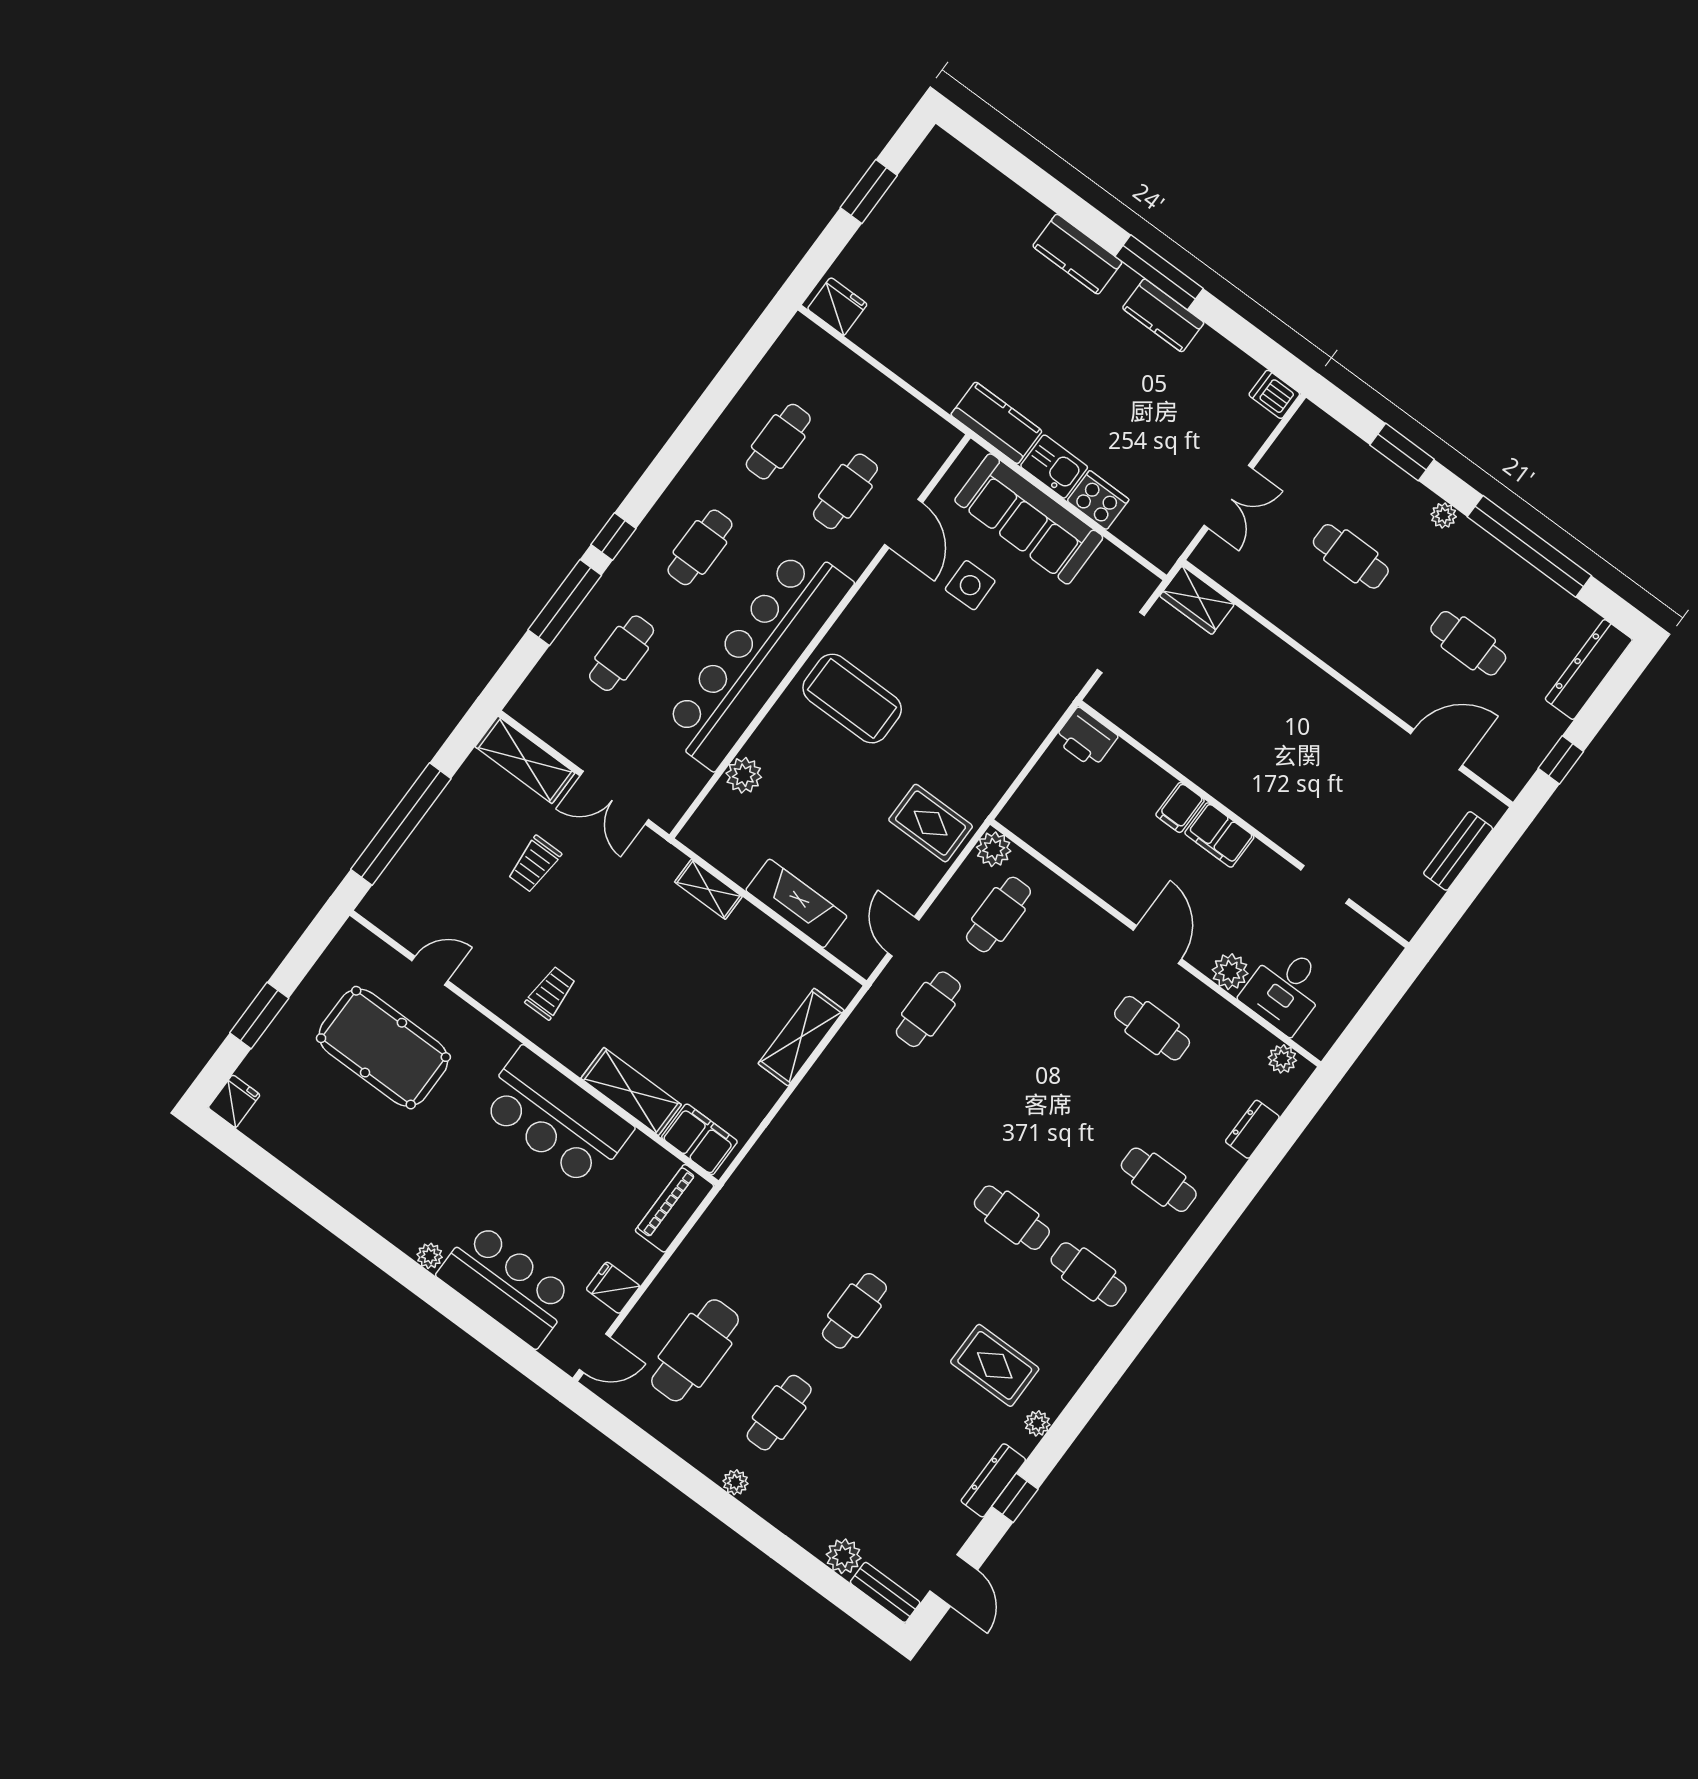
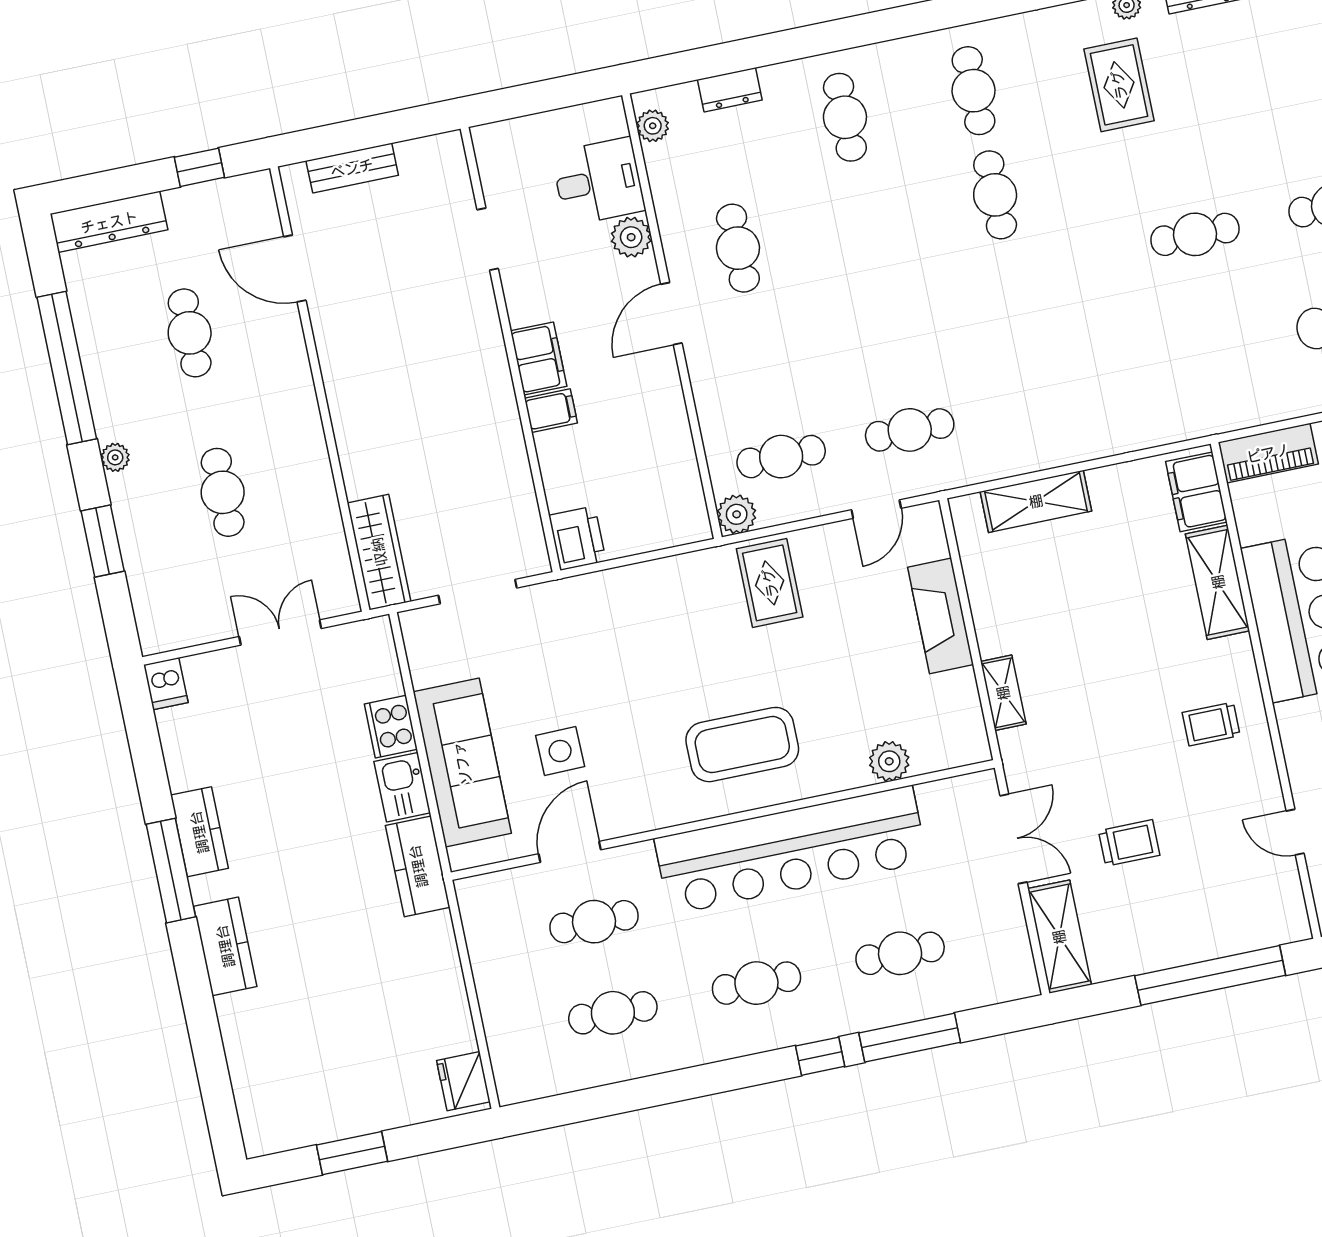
wardrobe: (1197, 600) -> (379, 552), width x1.50
coffee table: (852, 699) -> (742, 745), turned 90

